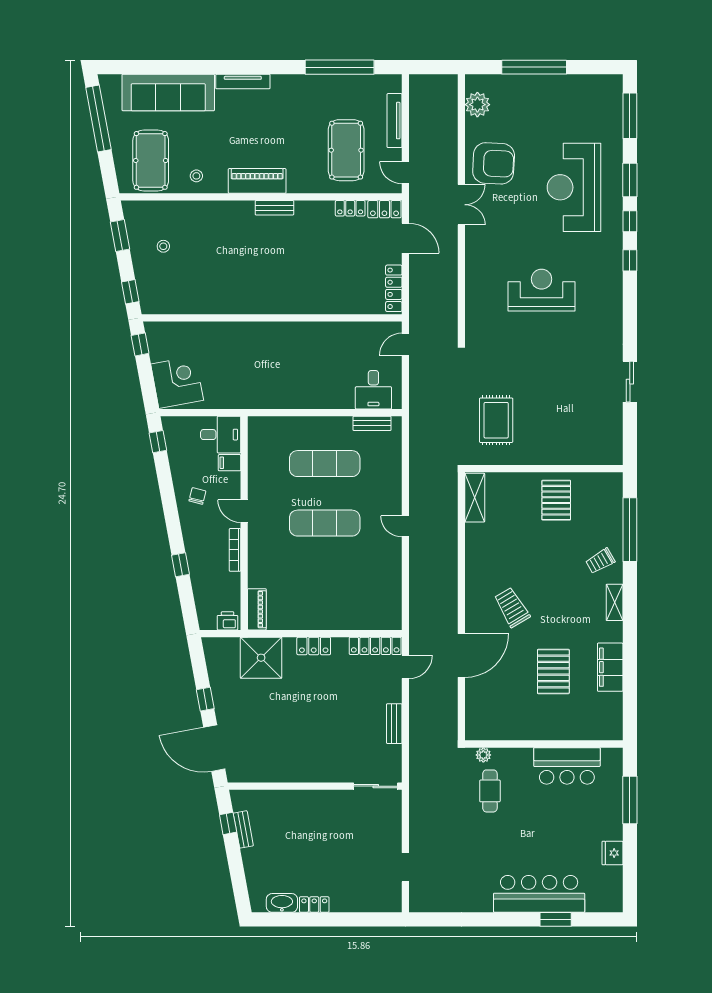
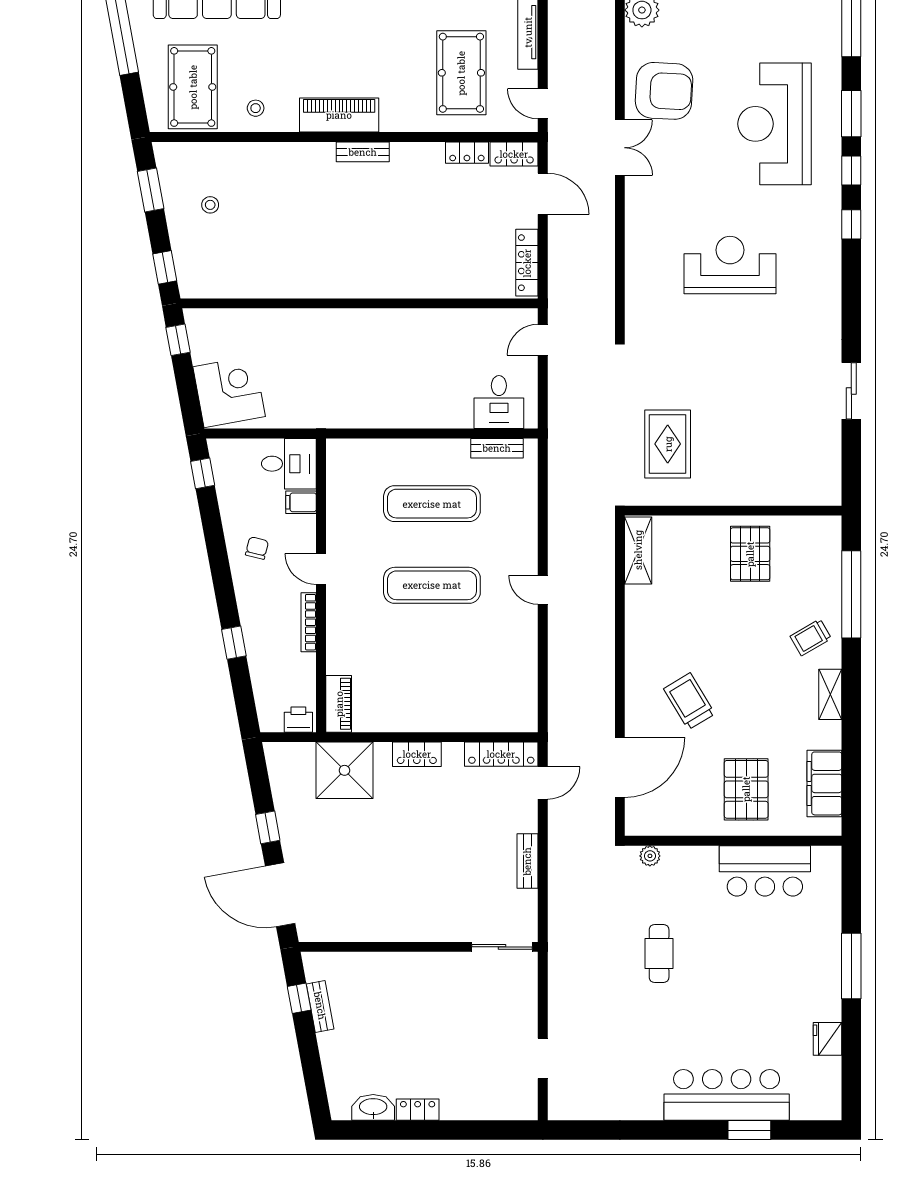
wall: (544, 744) -> (733, 841), moved
plant: (483, 755) -> (650, 856), moved
bar counter: (567, 766) -> (765, 871), moved

